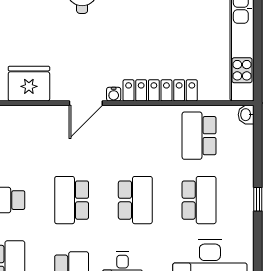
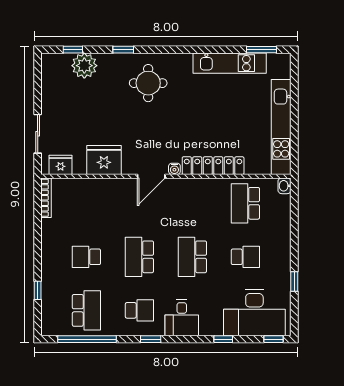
window: (258, 199) -> (294, 282), moved
school desk: (135, 200) -> (192, 257), turned 180
school desk: (199, 200) -> (245, 257), width x0.54

